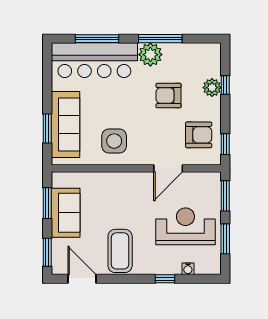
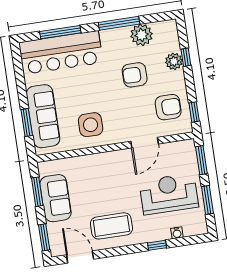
plant: (150, 55) -> (142, 35), moved
coffee table: (120, 251) -> (111, 226), turned 90

